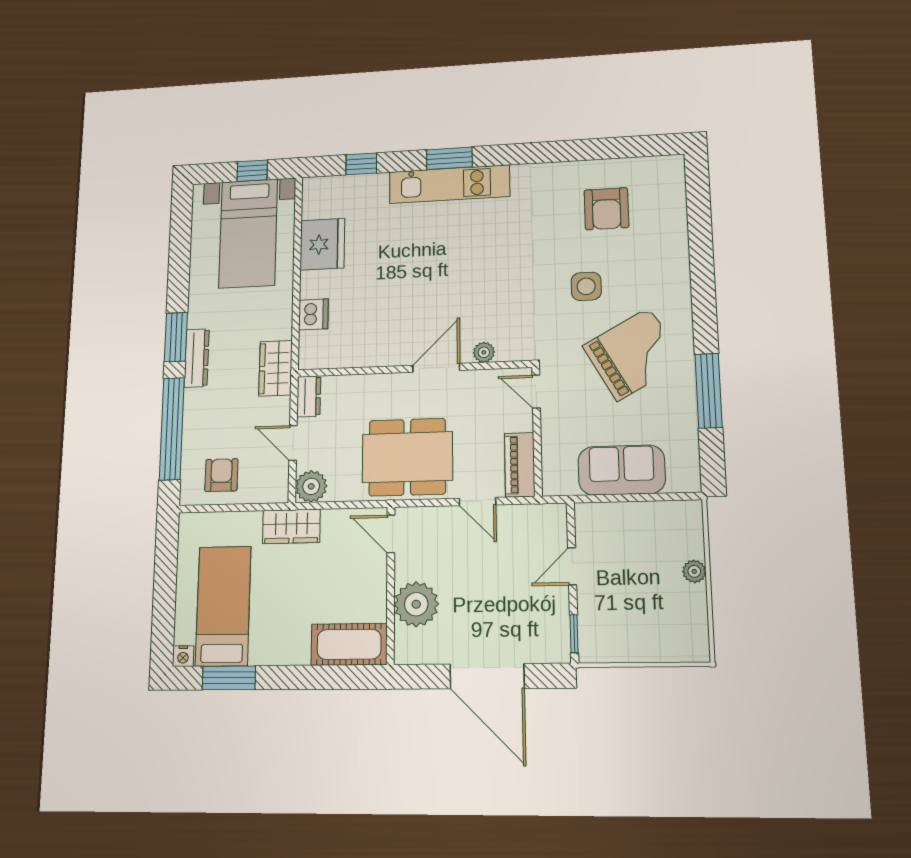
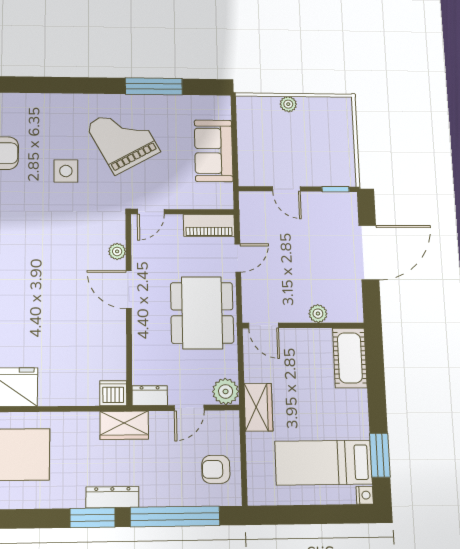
dishwasher: (313, 314) -> (113, 393), moved
door: (391, 534) -> (264, 326), hinge flipped
plant: (416, 604) -> (318, 314), width x0.53, depth x0.53

